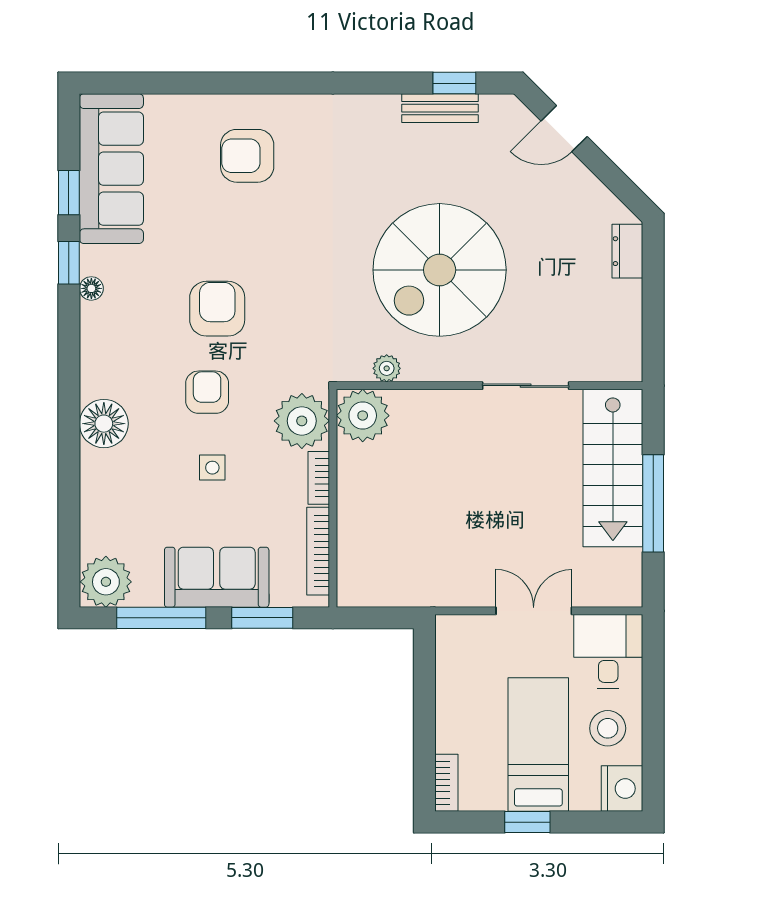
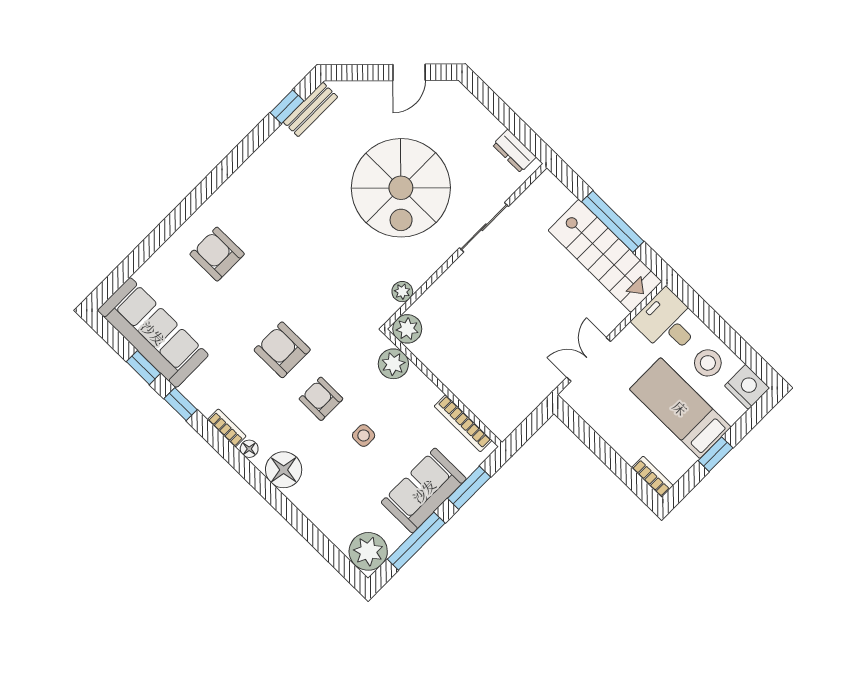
bench: (440, 108) -> (310, 109), moved
door: (564, 129) -> (409, 72), moved
armchair: (247, 156) -> (217, 254), turned 90
dresser: (627, 251) -> (514, 151), moved
spiral stairs: (440, 270) -> (401, 188), moved
floor lamp: (91, 288) -> (249, 449), moved
plant: (363, 416) -> (407, 329), width x0.73, depth x0.73
plant: (302, 421) -> (393, 364), width x0.73, depth x0.73
stairs: (613, 468) -> (605, 256), moved
bookcase: (319, 478) -> (227, 428), moved, turned 180
double door: (534, 611) -> (589, 359), moved

